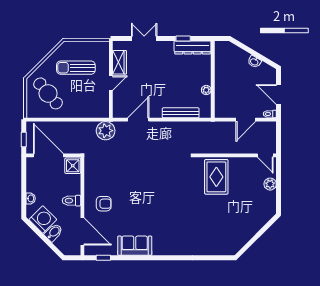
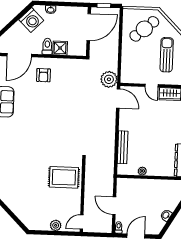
door: (138, 120) -> (118, 98), moved
shower: (73, 166) -> (60, 48), moved
bidet: (54, 232) -> (19, 29), removed

